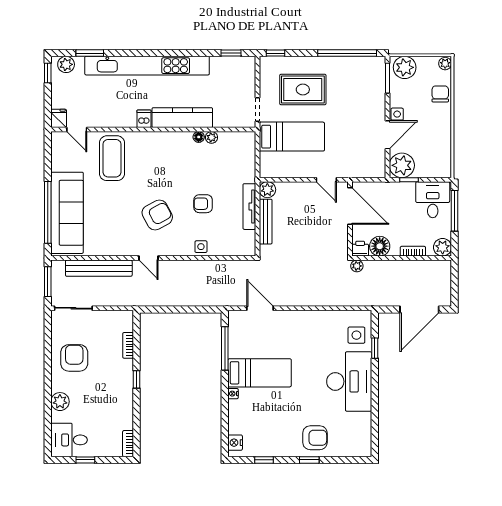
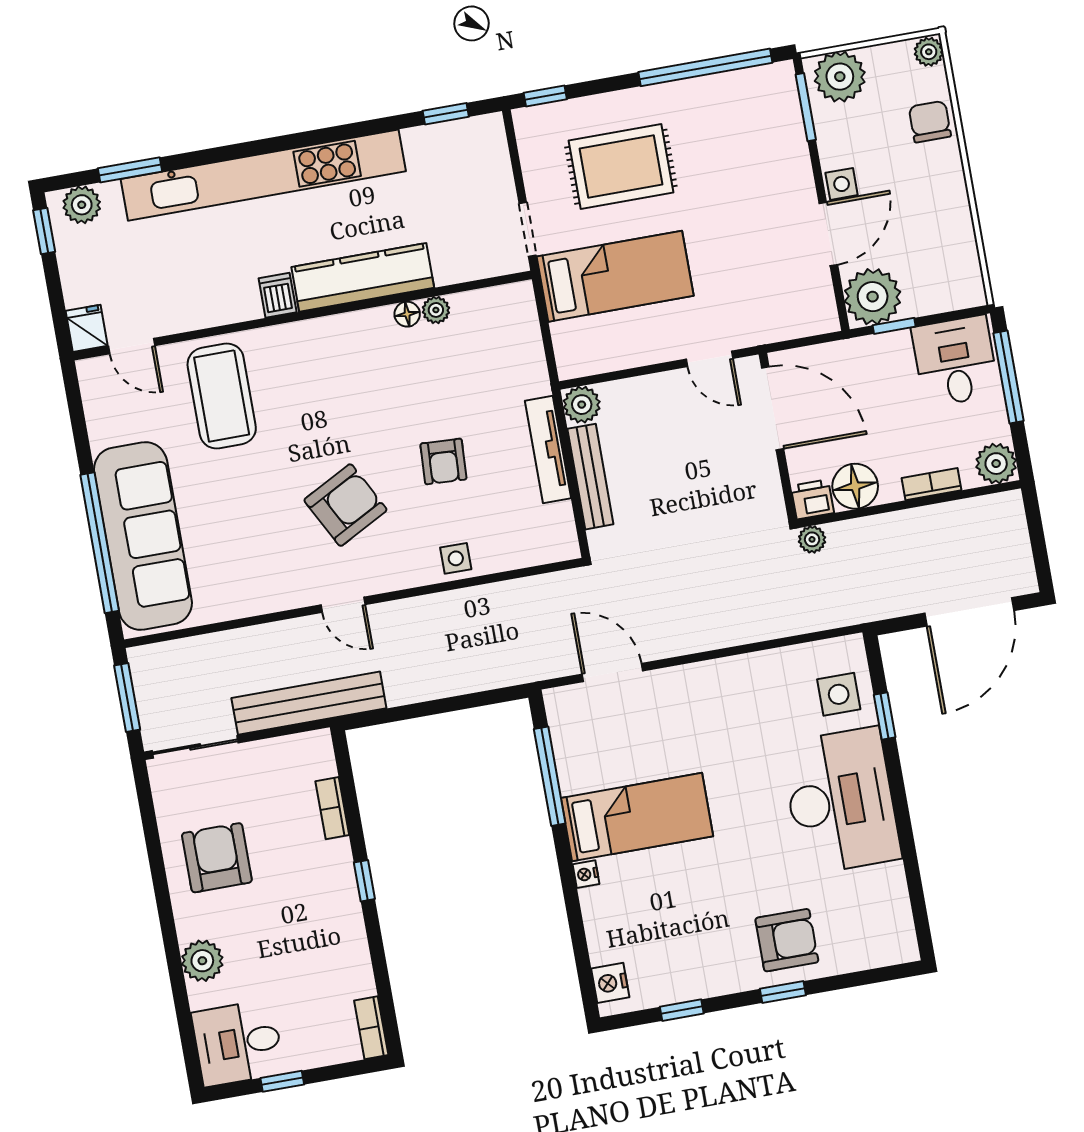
armchair: (203, 204) -> (443, 461), turned -87
bench: (99, 268) -> (309, 703), moved

